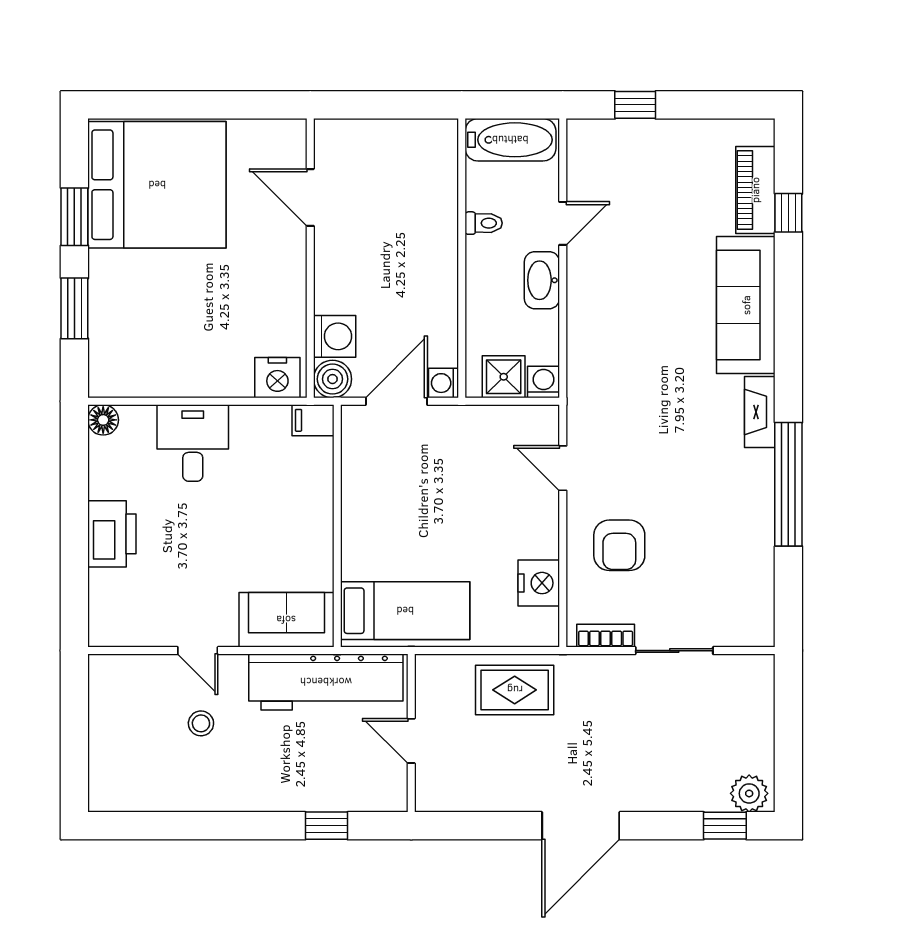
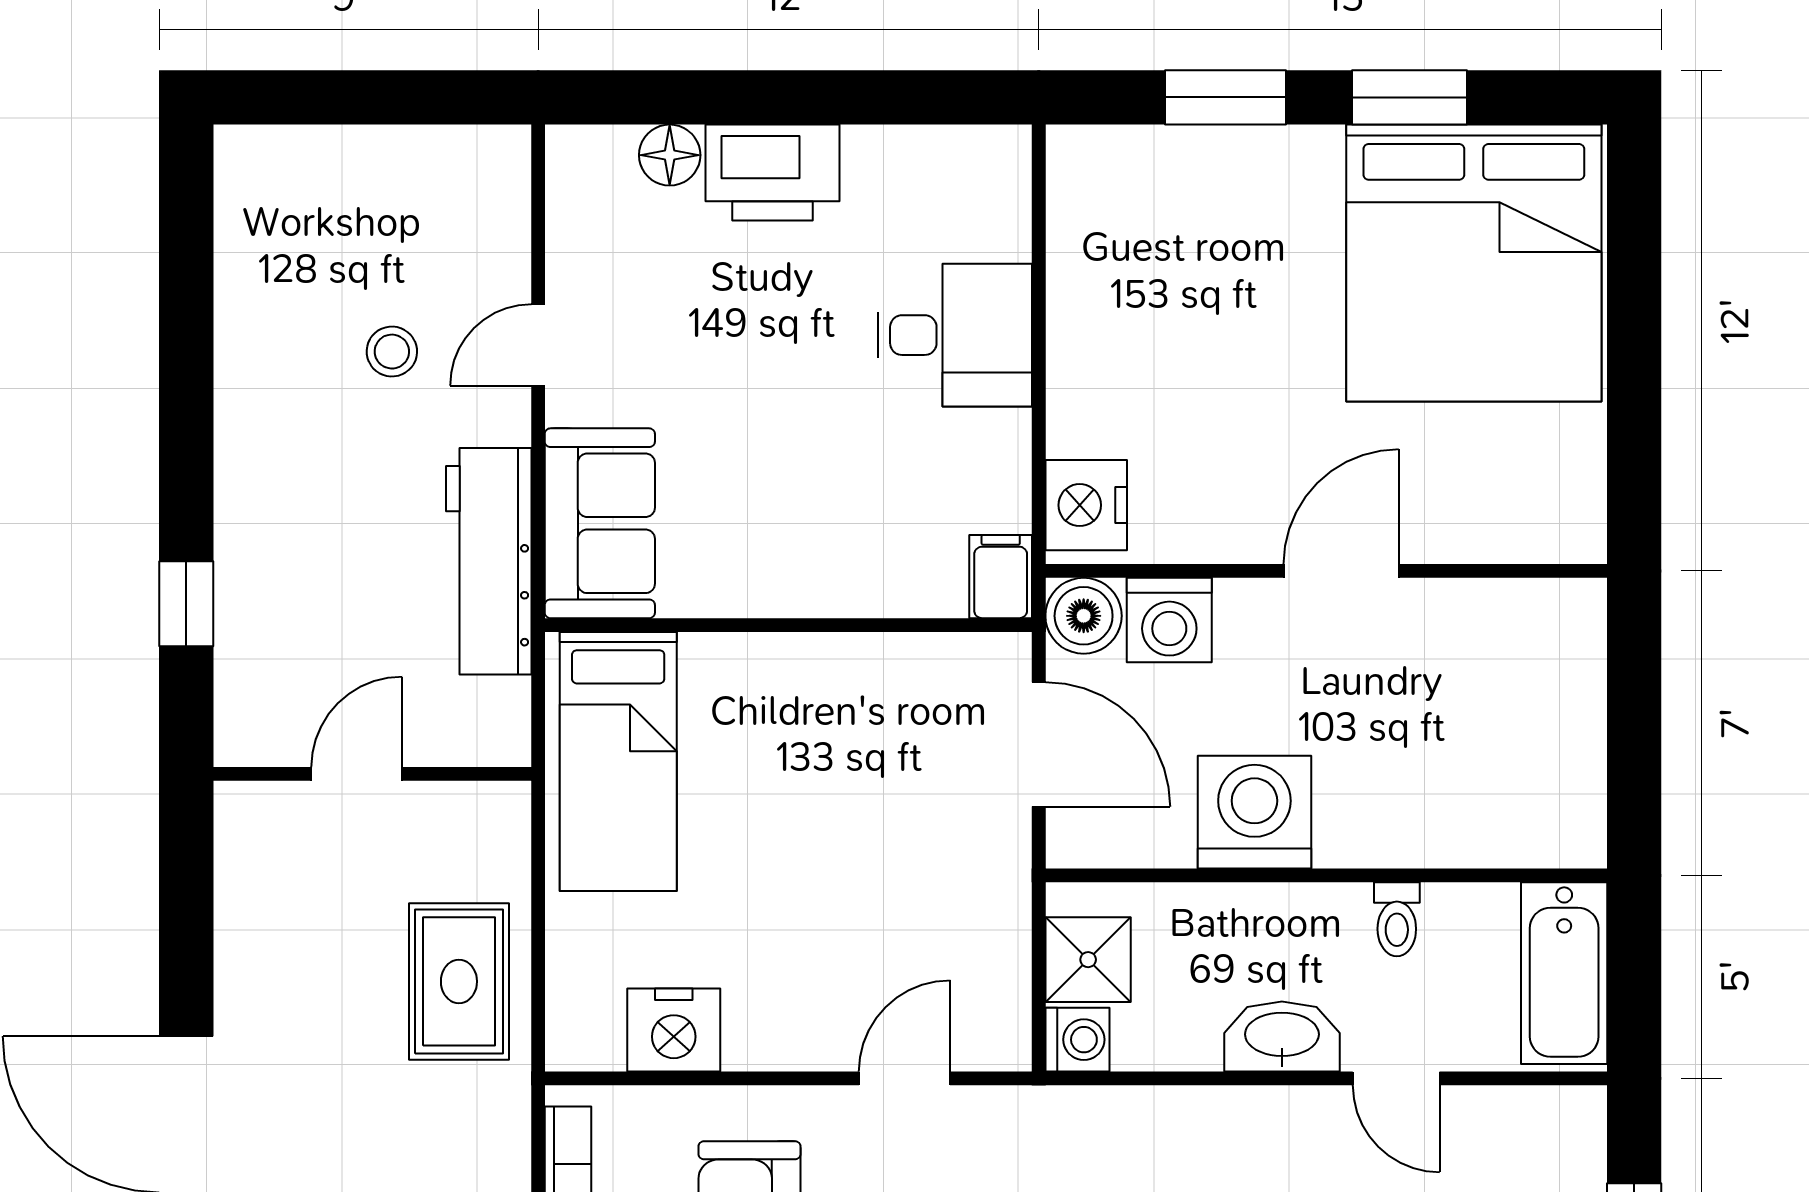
door: (310, 197) -> (1341, 571), moved
washing machine: (443, 383) -> (1254, 812), moved, width x1.89, depth x1.89
floor lamp: (103, 420) -> (670, 155), moved
workbench: (326, 682) -> (489, 561), width x0.73, depth x0.76

